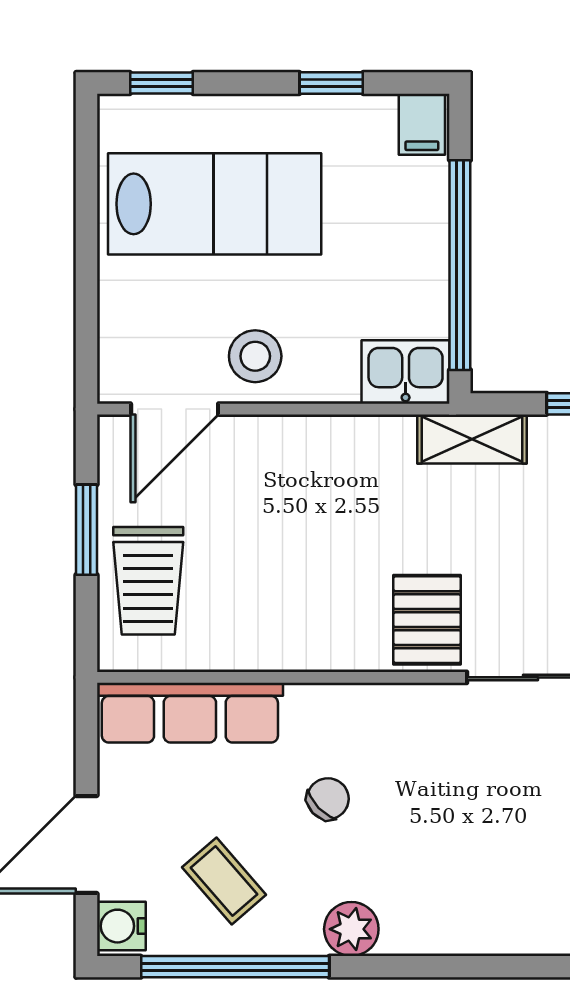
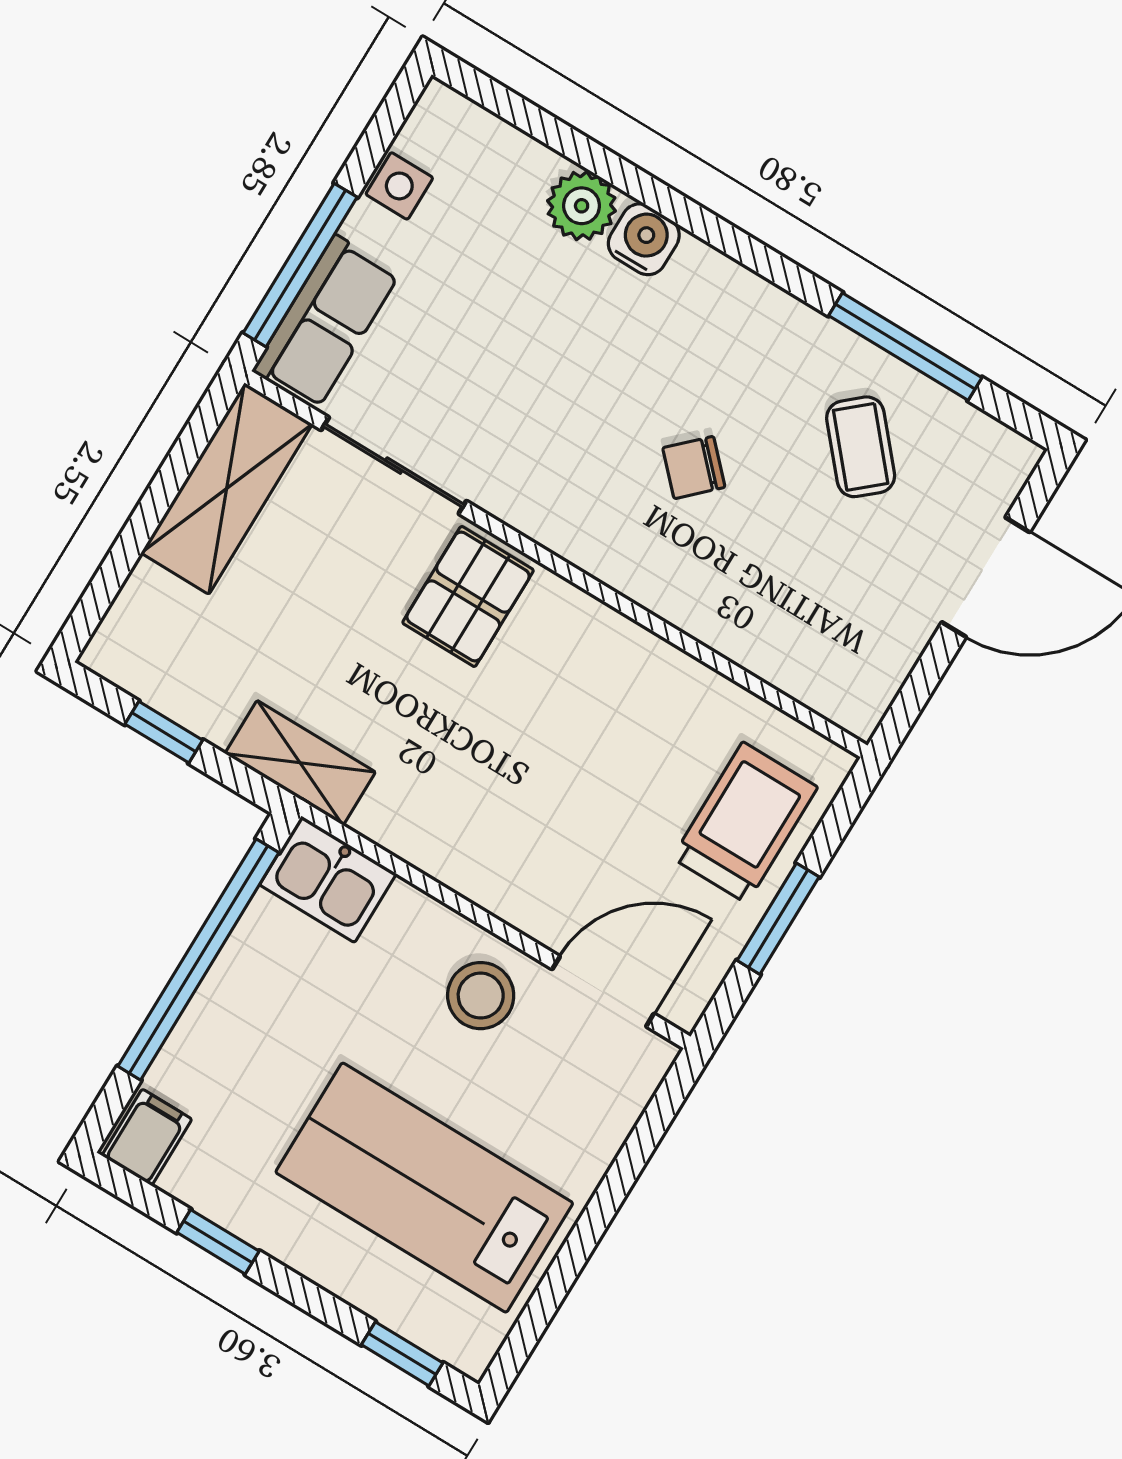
row of seats: (190, 713) -> (787, 652), removed
water cooler: (121, 926) -> (644, 239), moved, turned -90
plant: (351, 929) -> (582, 206), moved
window: (235, 967) -> (905, 347), width x0.68

